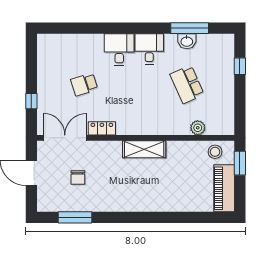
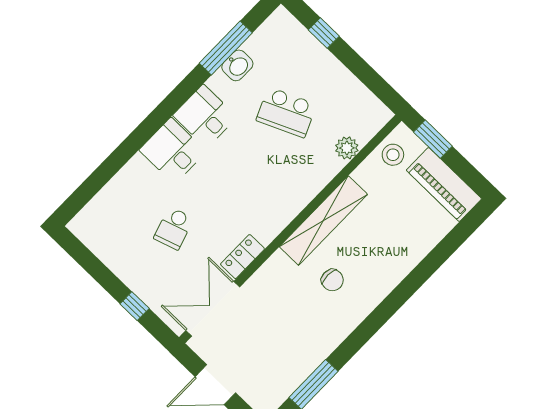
shelving: (144, 149) -> (323, 220), width x1.47
chair: (78, 177) -> (332, 280), moved

